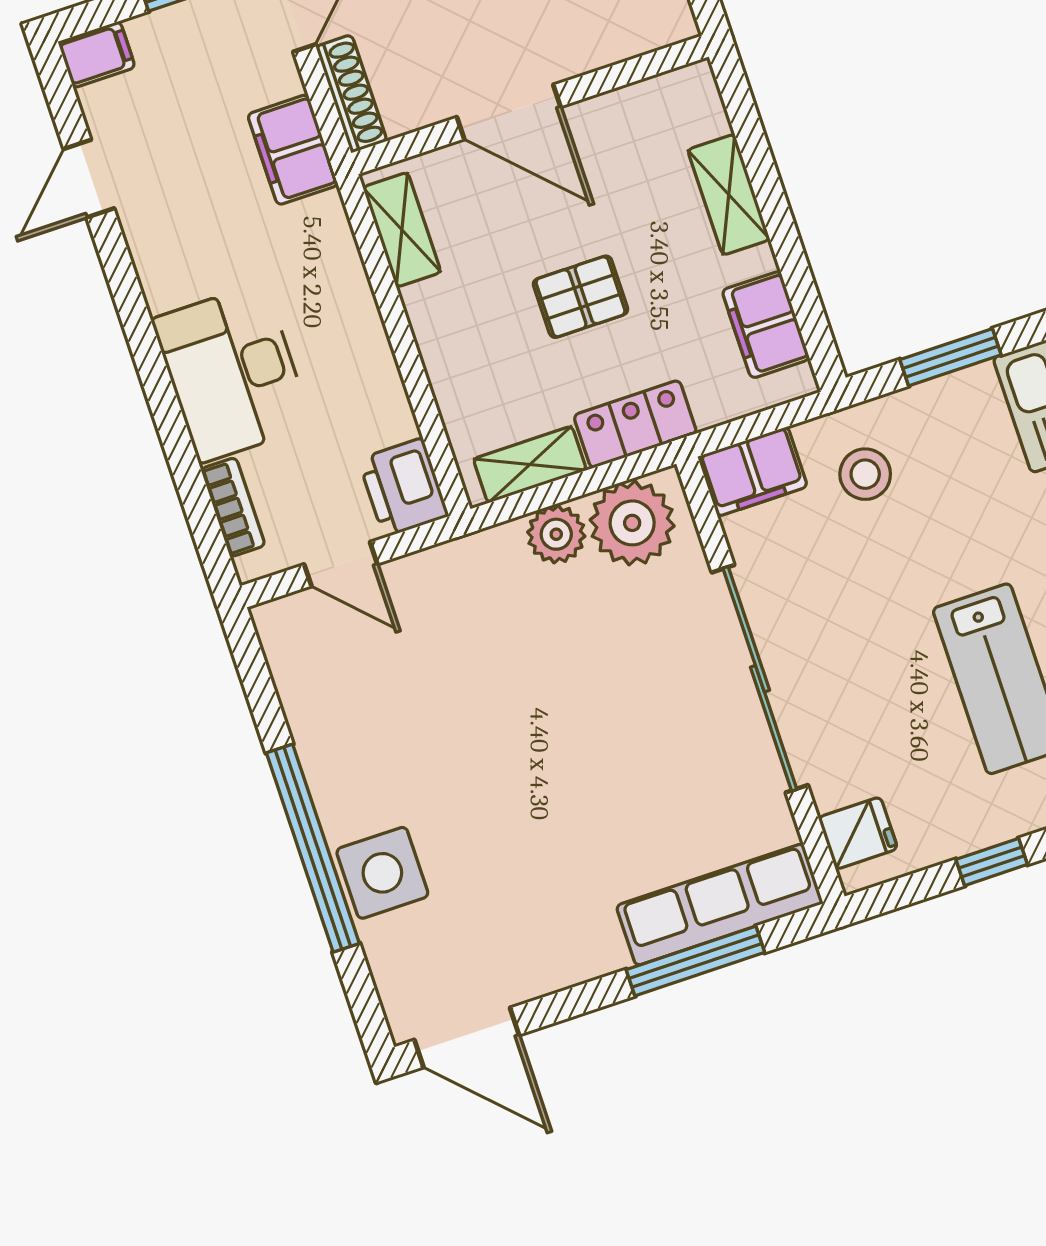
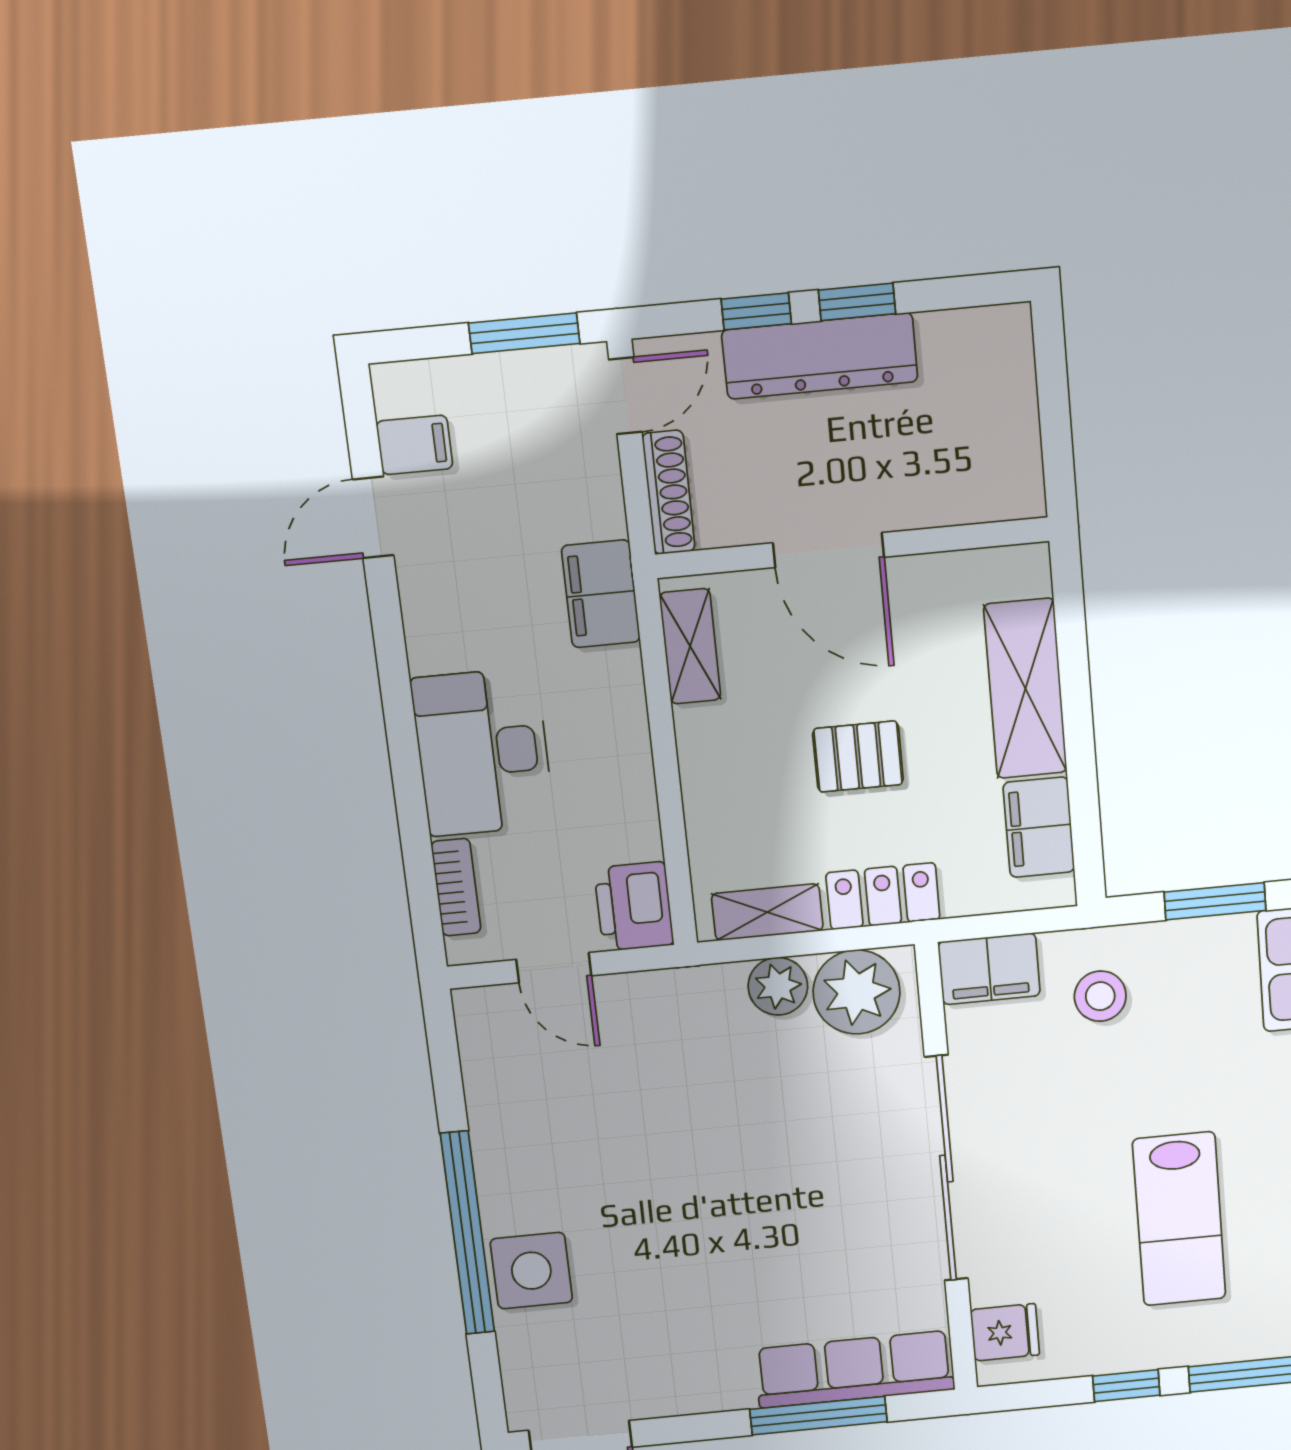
filing cabinet: (97, 55) -> (414, 445), moved
filing cabinet: (293, 150) -> (601, 594), moved
shelving: (729, 195) -> (1025, 689), width x1.50, depth x1.33

